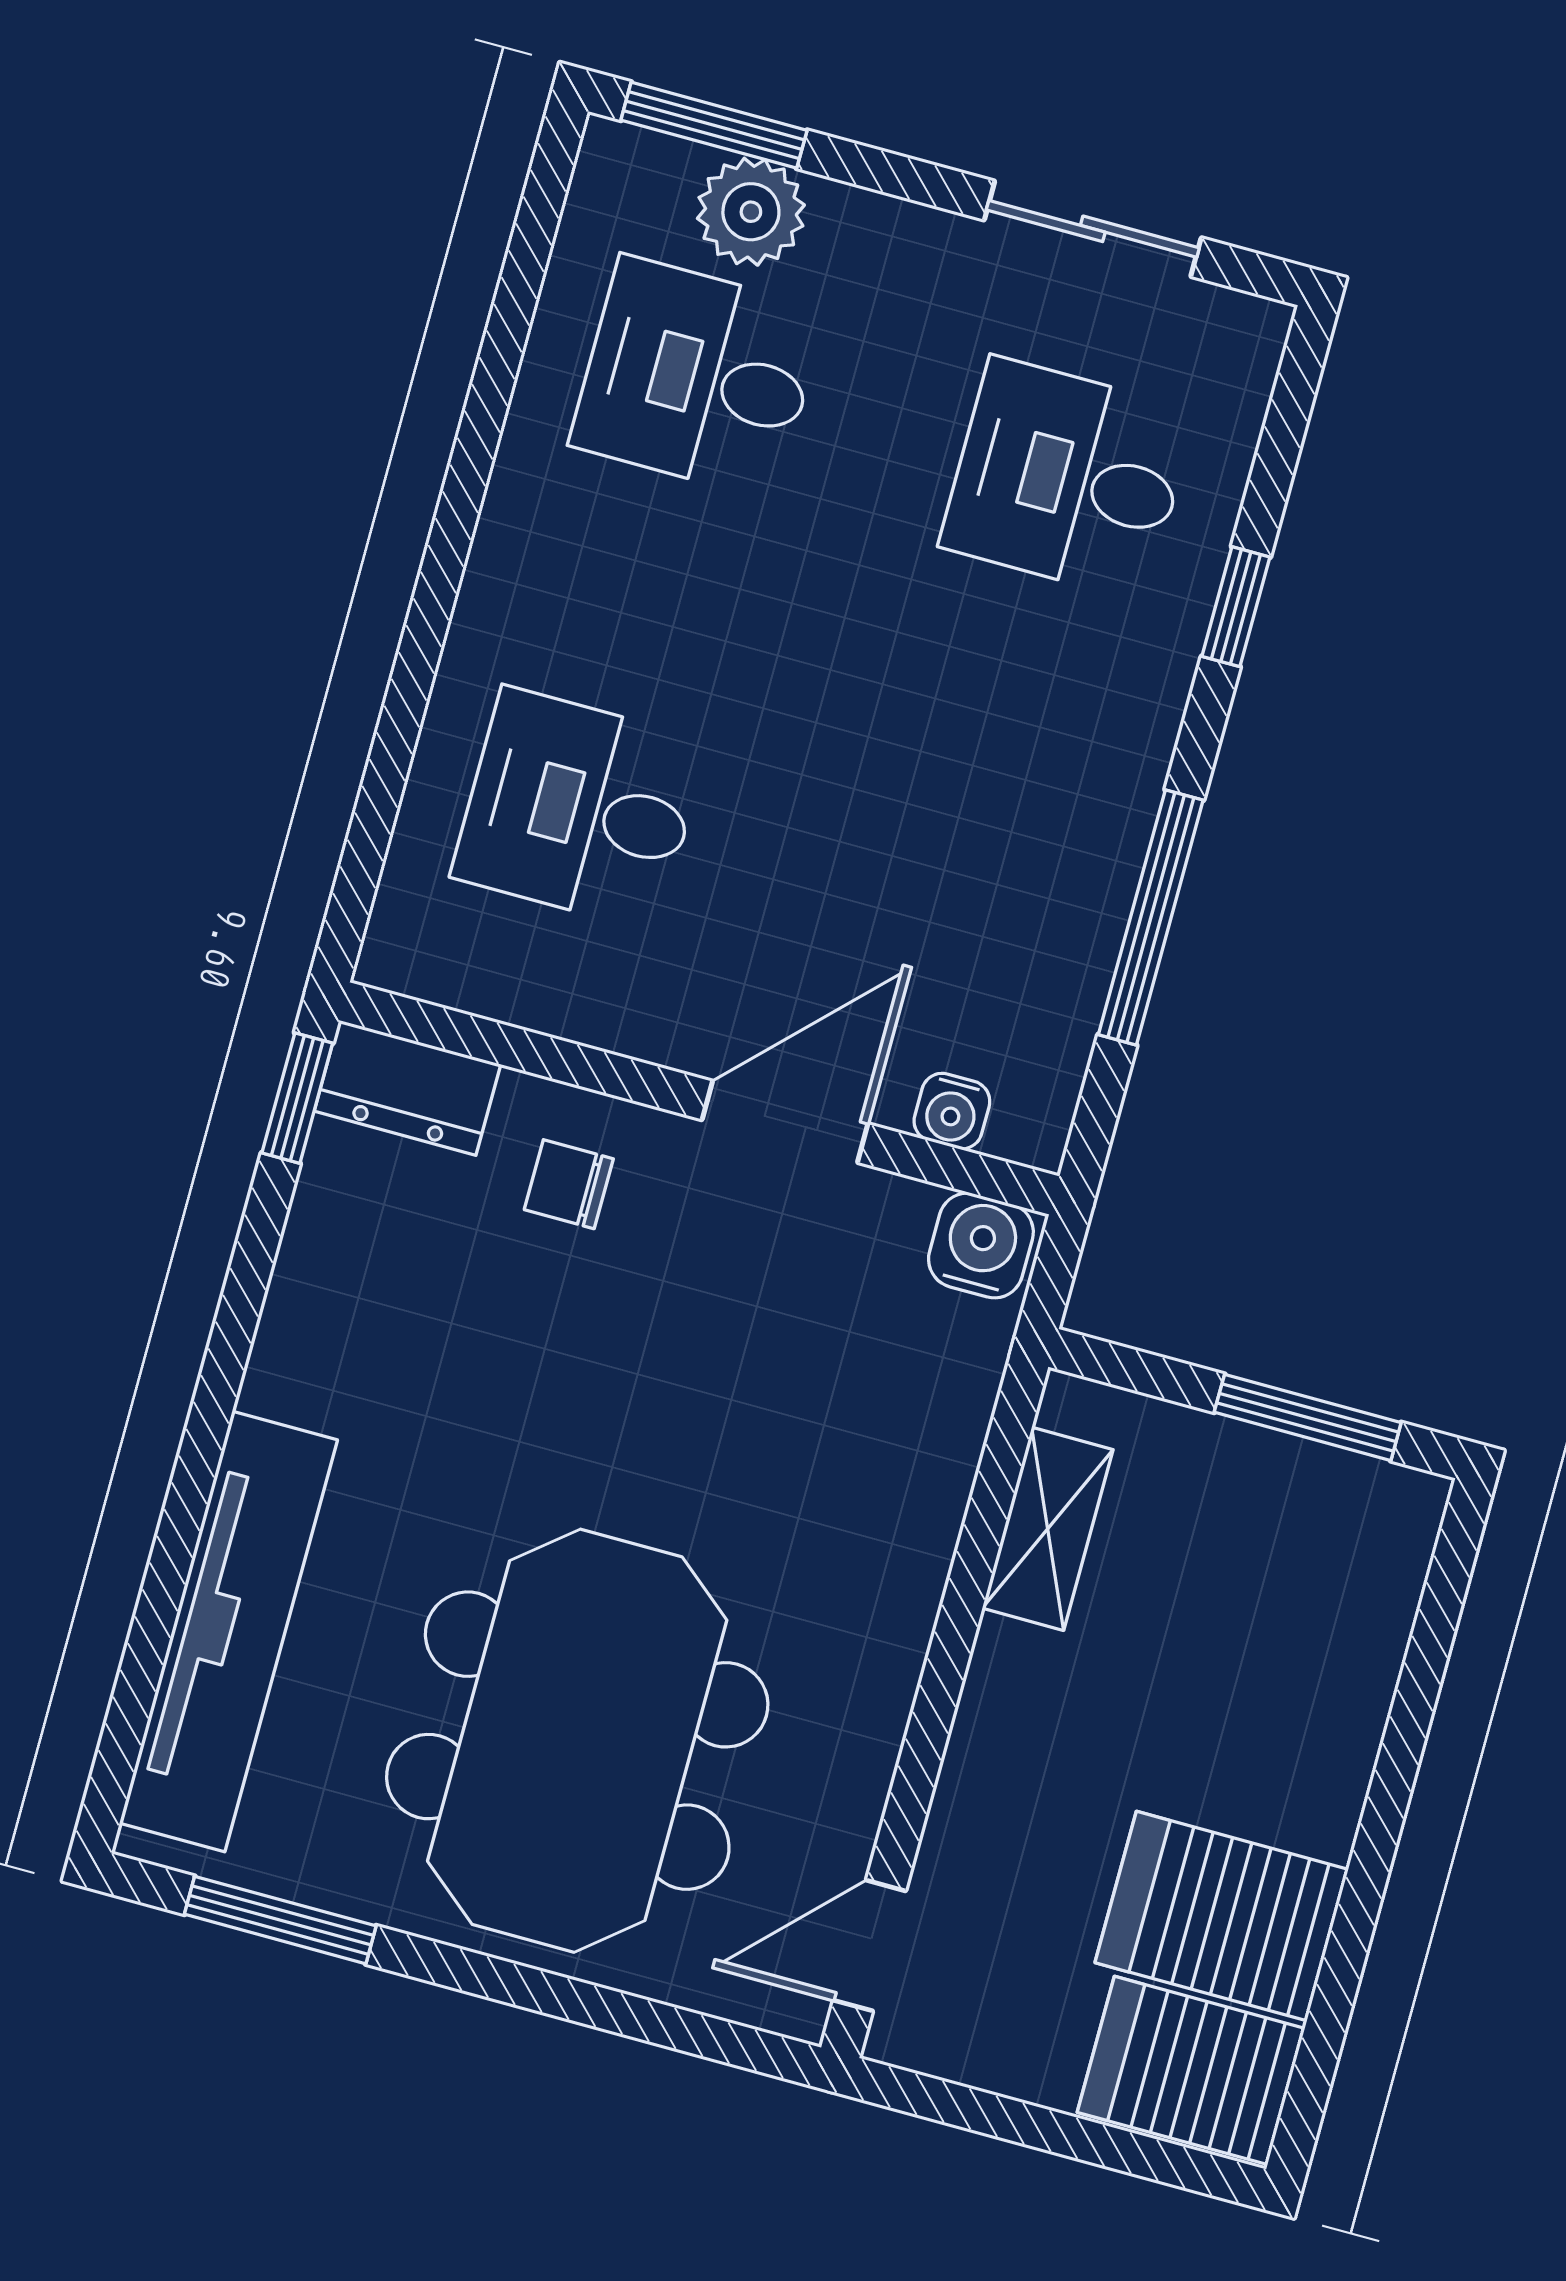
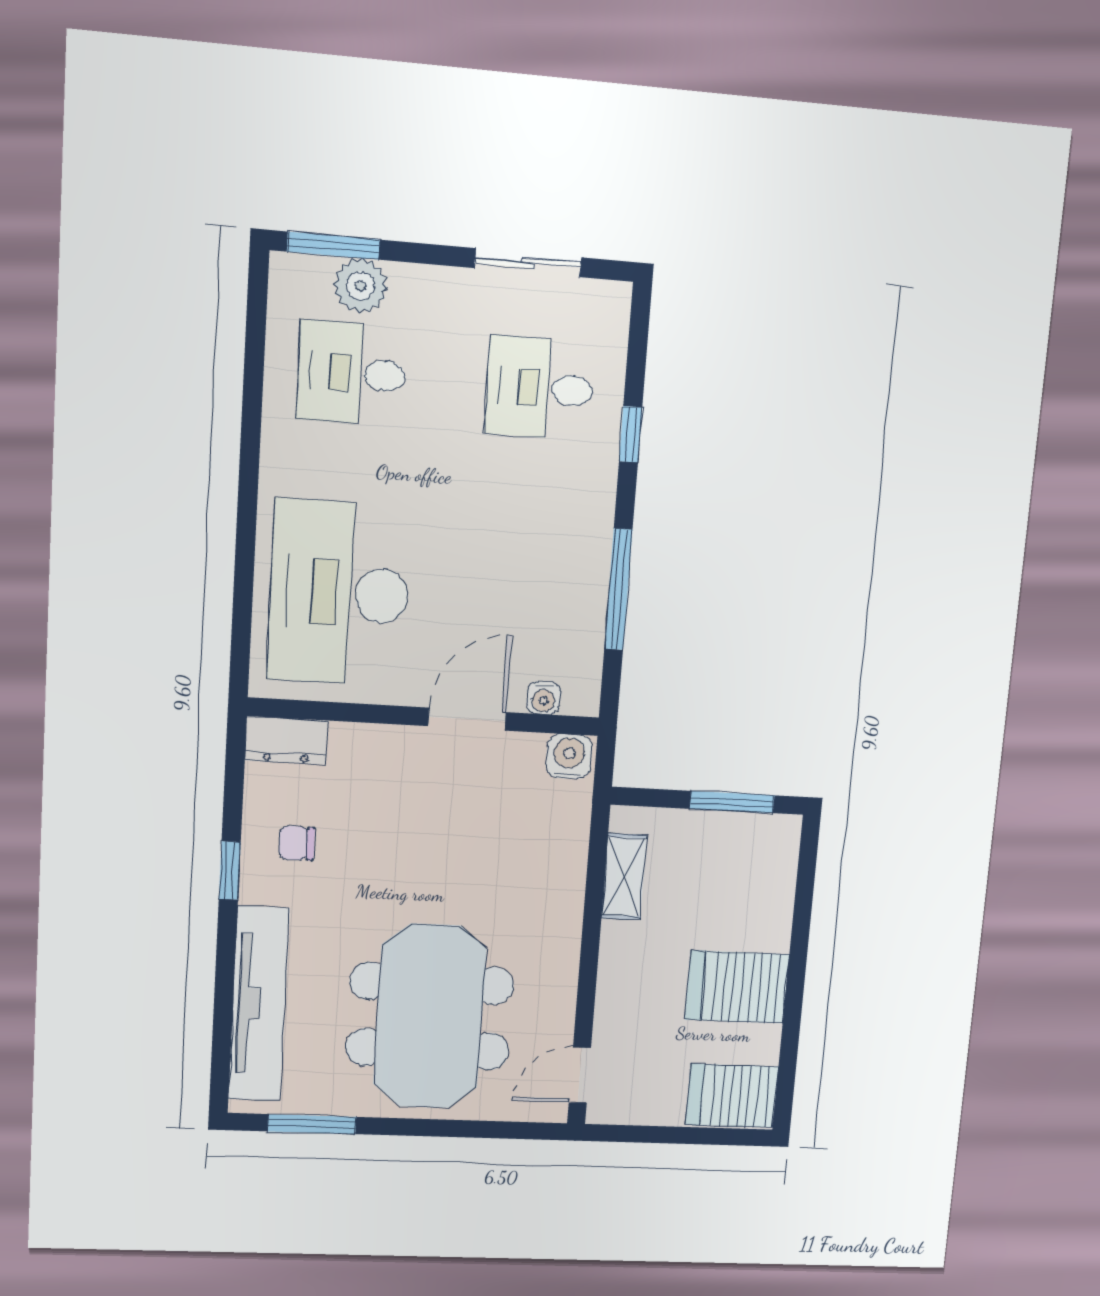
desk: (580, 809) -> (339, 593), width x1.87, depth x1.30
window: (297, 1098) -> (230, 871), moved
chair: (569, 1184) -> (297, 843), moved
server rack: (1222, 1916) -> (737, 987), moved

